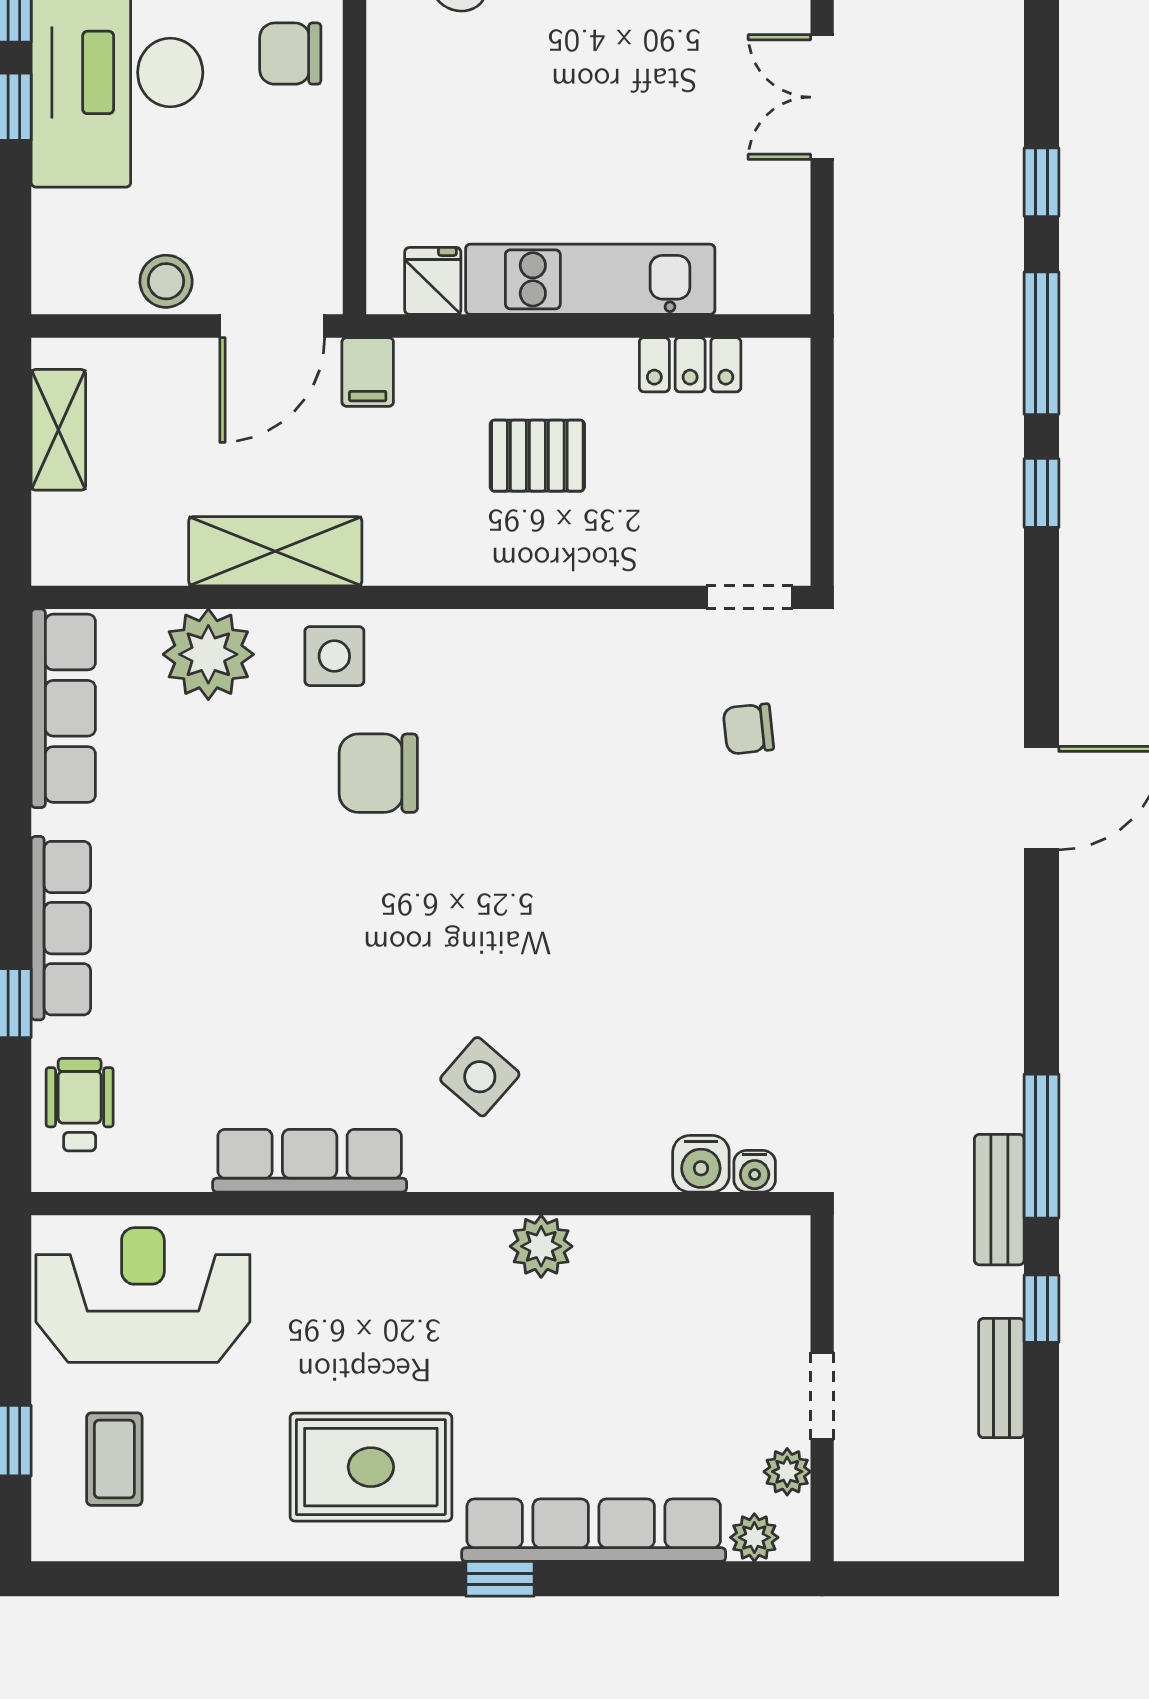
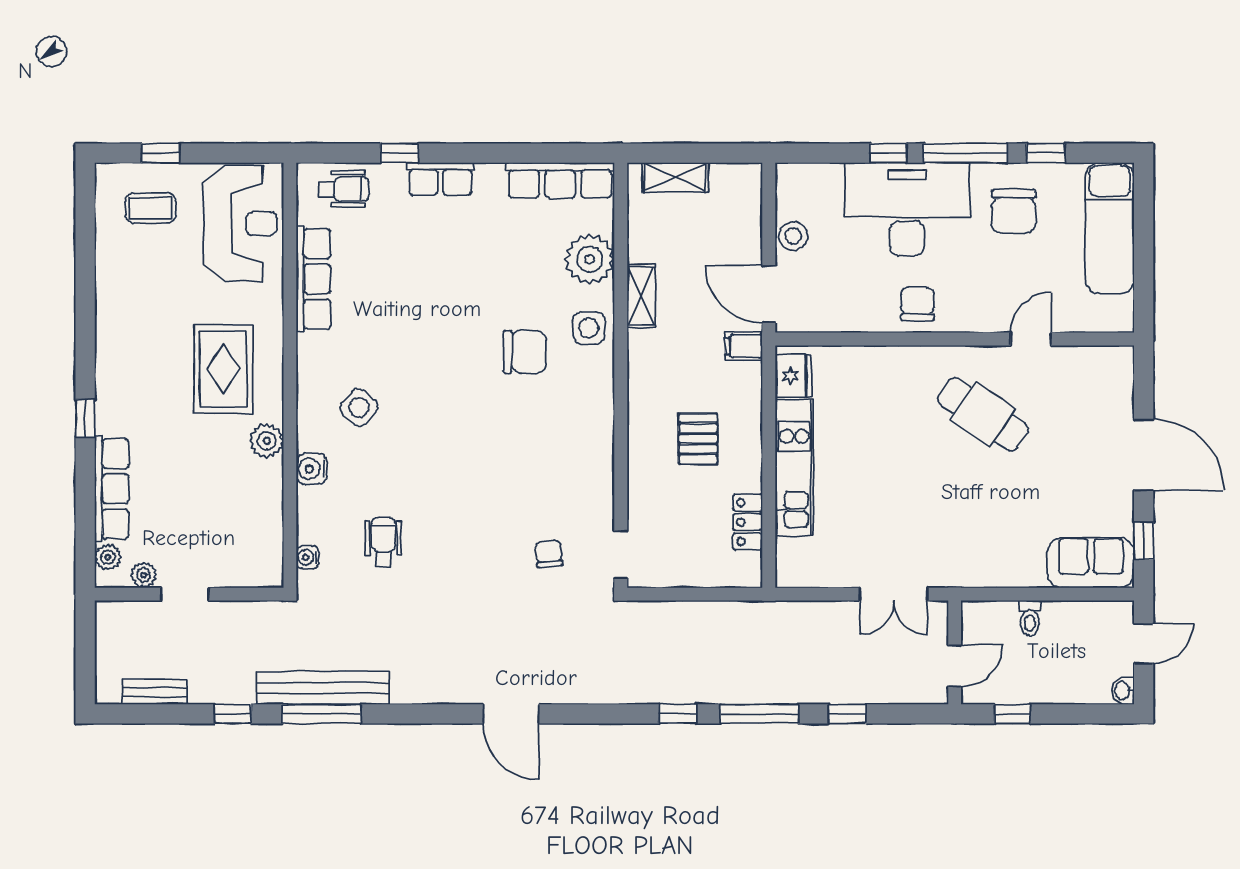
double door: (822, 97) -> (894, 594), swing flipped
fridge: (433, 281) -> (793, 376), width x1.38
shelving: (58, 430) -> (675, 177), moved
shelving: (275, 551) -> (641, 296), width x0.67, depth x0.75
chair: (378, 773) -> (525, 352), turned 90
row of seats: (61, 928) -> (440, 179), width x0.68
wheelchair: (726, 1032) -> (383, 542), added
row of seats: (310, 1161) -> (313, 279), moved
water cooler: (701, 1164) -> (312, 469), moved
bench: (999, 1200) -> (323, 688), width x1.86, depth x1.21
bench: (1001, 1378) -> (155, 692), moved
rug: (371, 1467) -> (223, 369), moved
row of seats: (594, 1530) -> (112, 489), width x0.73

